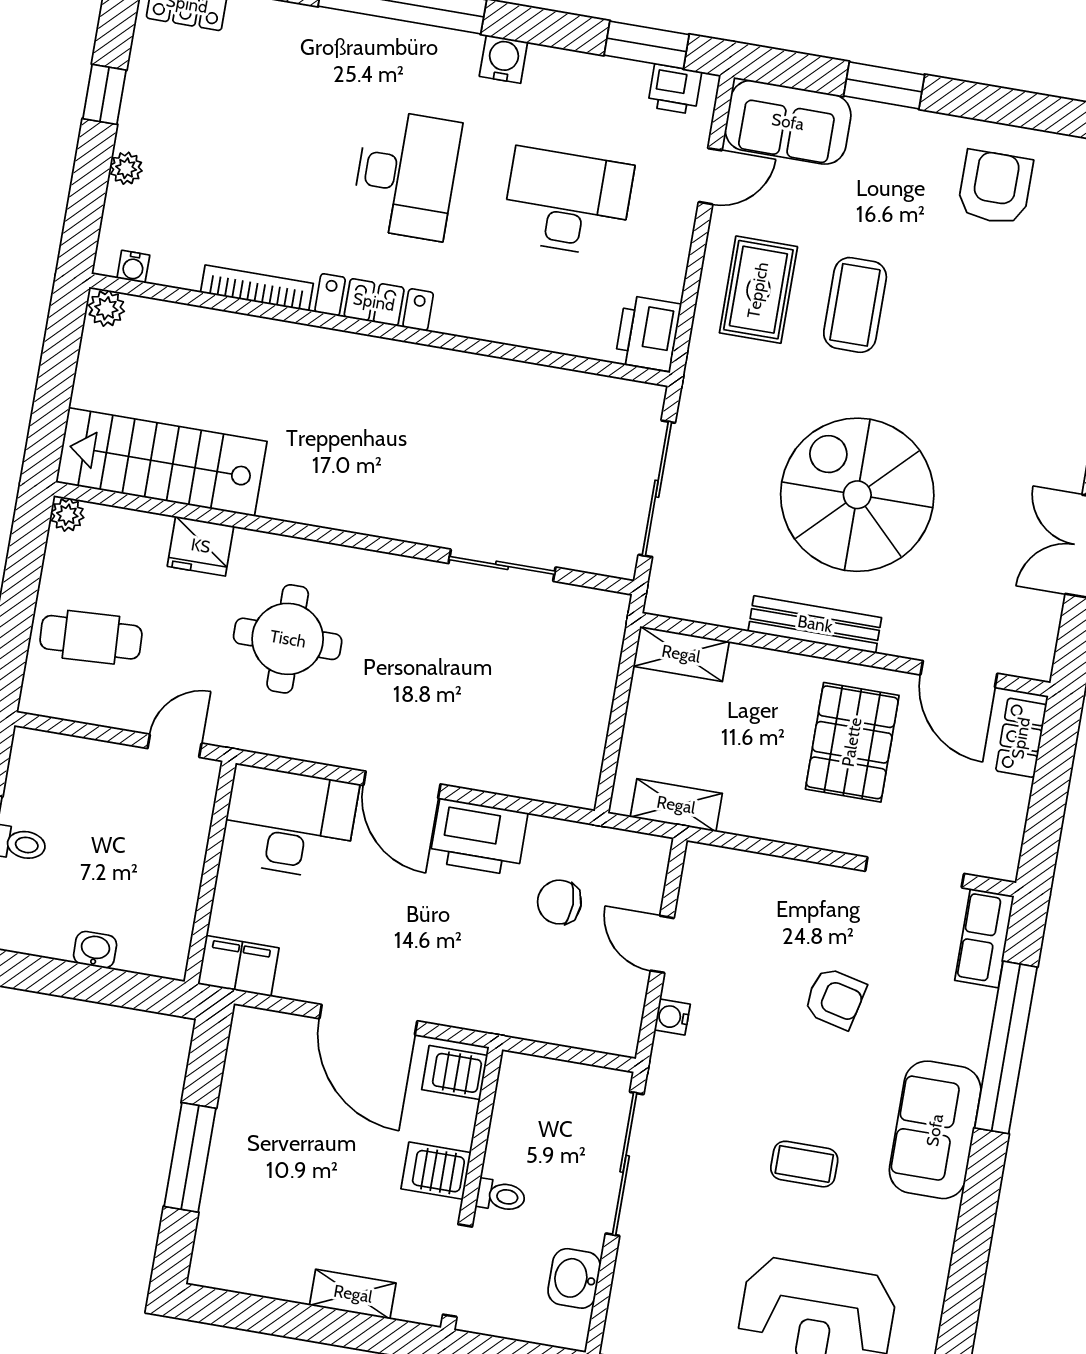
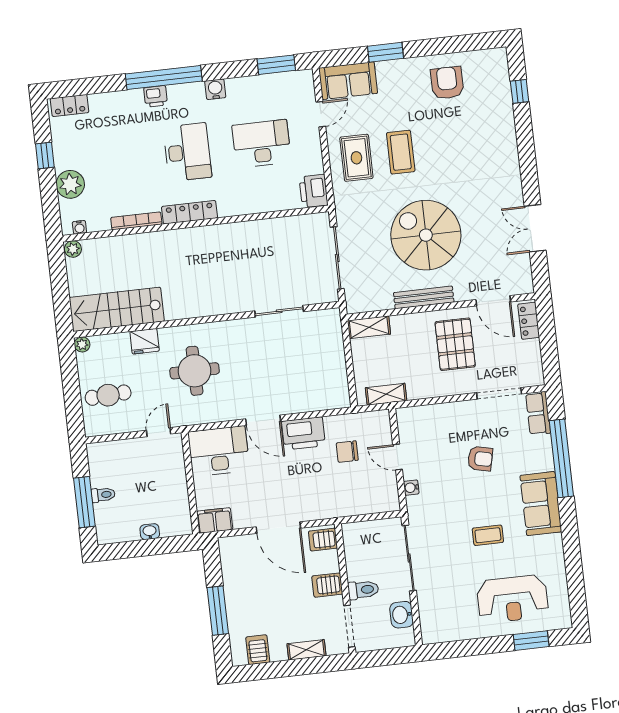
printer: (675, 89) -> (156, 96), moved
plant: (126, 168) -> (70, 184), width x1.88, depth x1.88
toilet: (501, 1196) -> (363, 590), width x1.37, depth x1.39
server rack: (250, 1264) -> (258, 650), added

